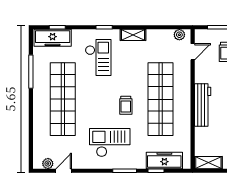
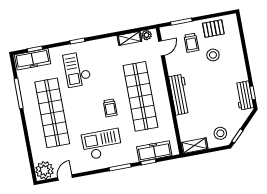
shelving: (133, 35) -> (129, 38), moved
checkout: (98, 57) -> (77, 69), turned 180
plant: (48, 164) -> (44, 170), width x1.88, depth x1.88

